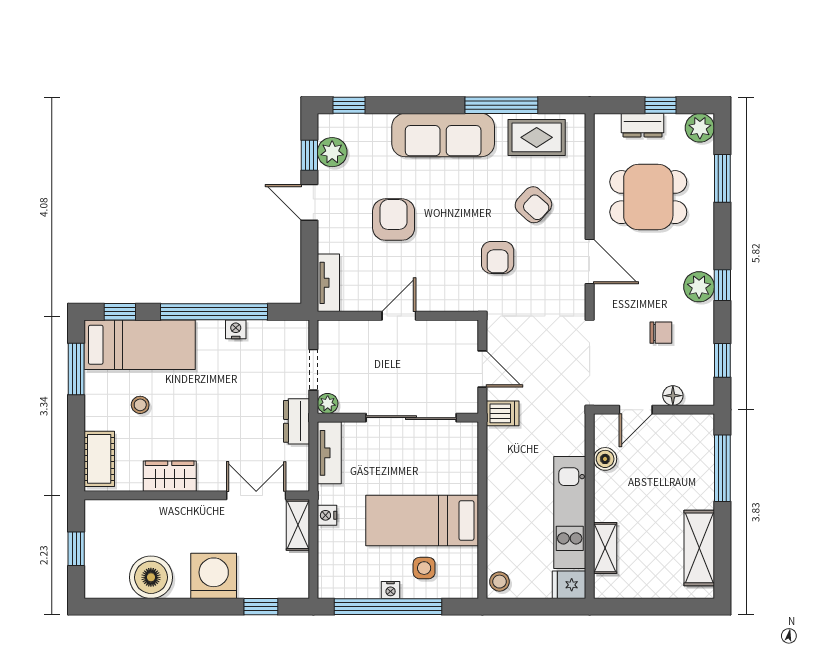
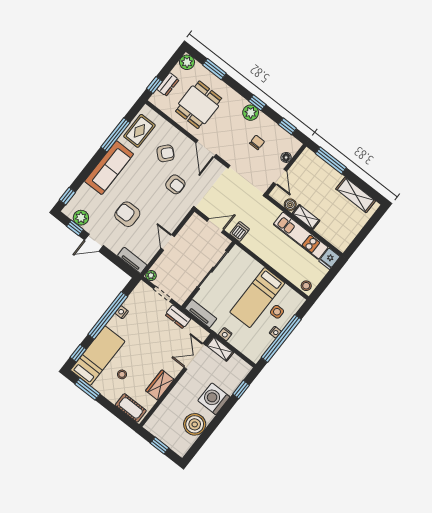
window: (661, 105) -> (155, 85), moved
door: (590, 262) -> (206, 149), swing flipped
plant: (328, 403) -> (151, 276), moved
shelving: (605, 548) -> (306, 217), moved

